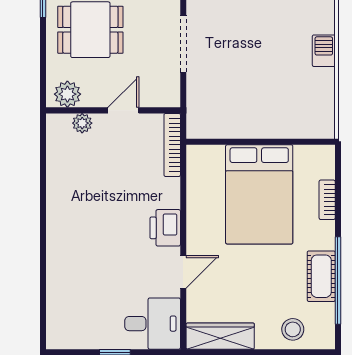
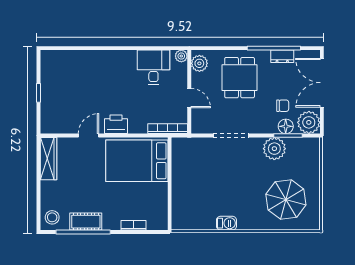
plant: (82, 123) -> (181, 56), moved
bed: (259, 194) -> (137, 161), moved
door: (183, 272) -> (89, 136), swing flipped
desk: (153, 324) -> (153, 67), moved, turned 180
stool: (293, 329) -> (52, 217), moved

